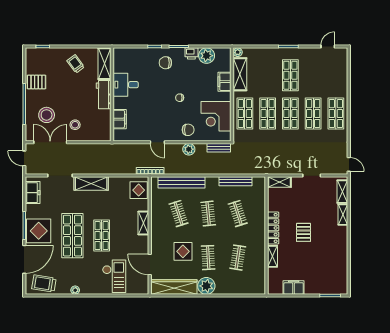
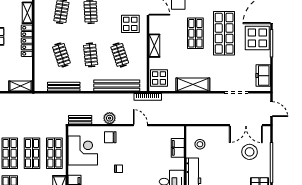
stool: (75, 125) -> (200, 144), moved
shelving: (91, 183) -> (193, 85), moved
display table: (183, 251) -> (130, 24), moved

